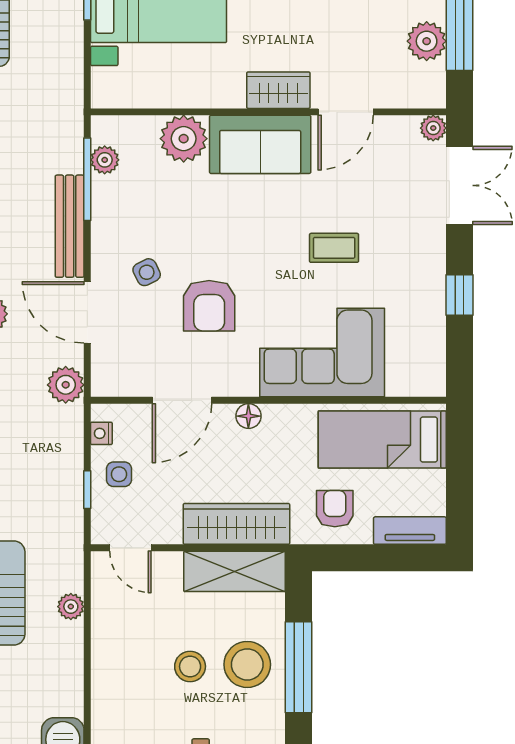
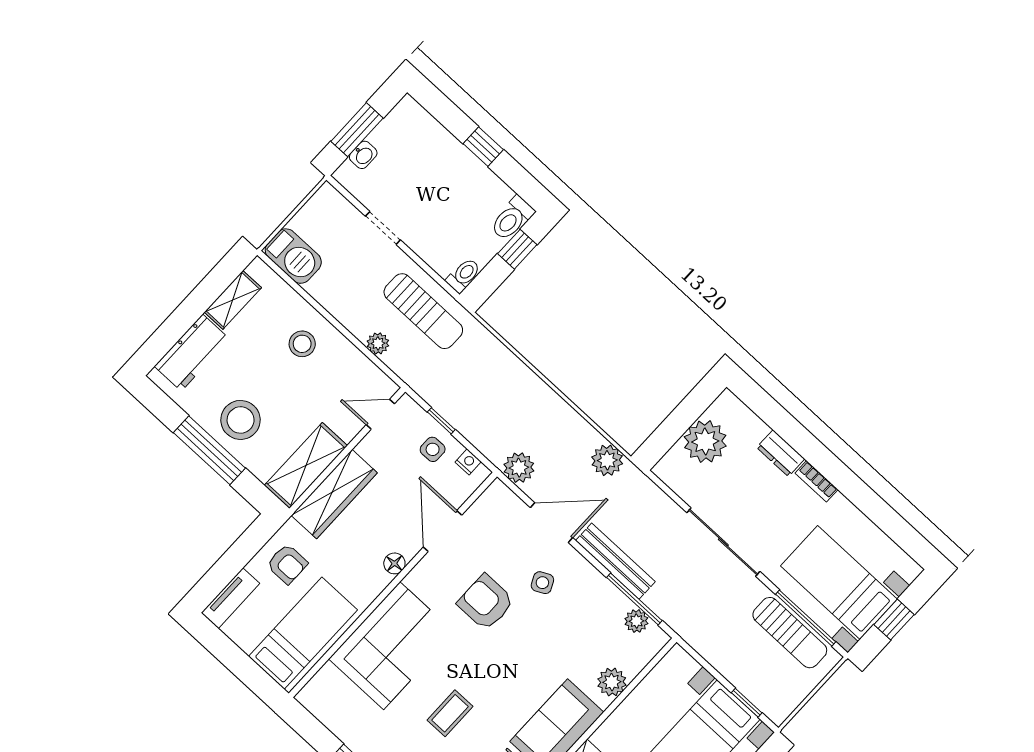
plant: (184, 139) -> (612, 682), width x0.73, depth x0.73
stool: (190, 666) -> (302, 344), moved

